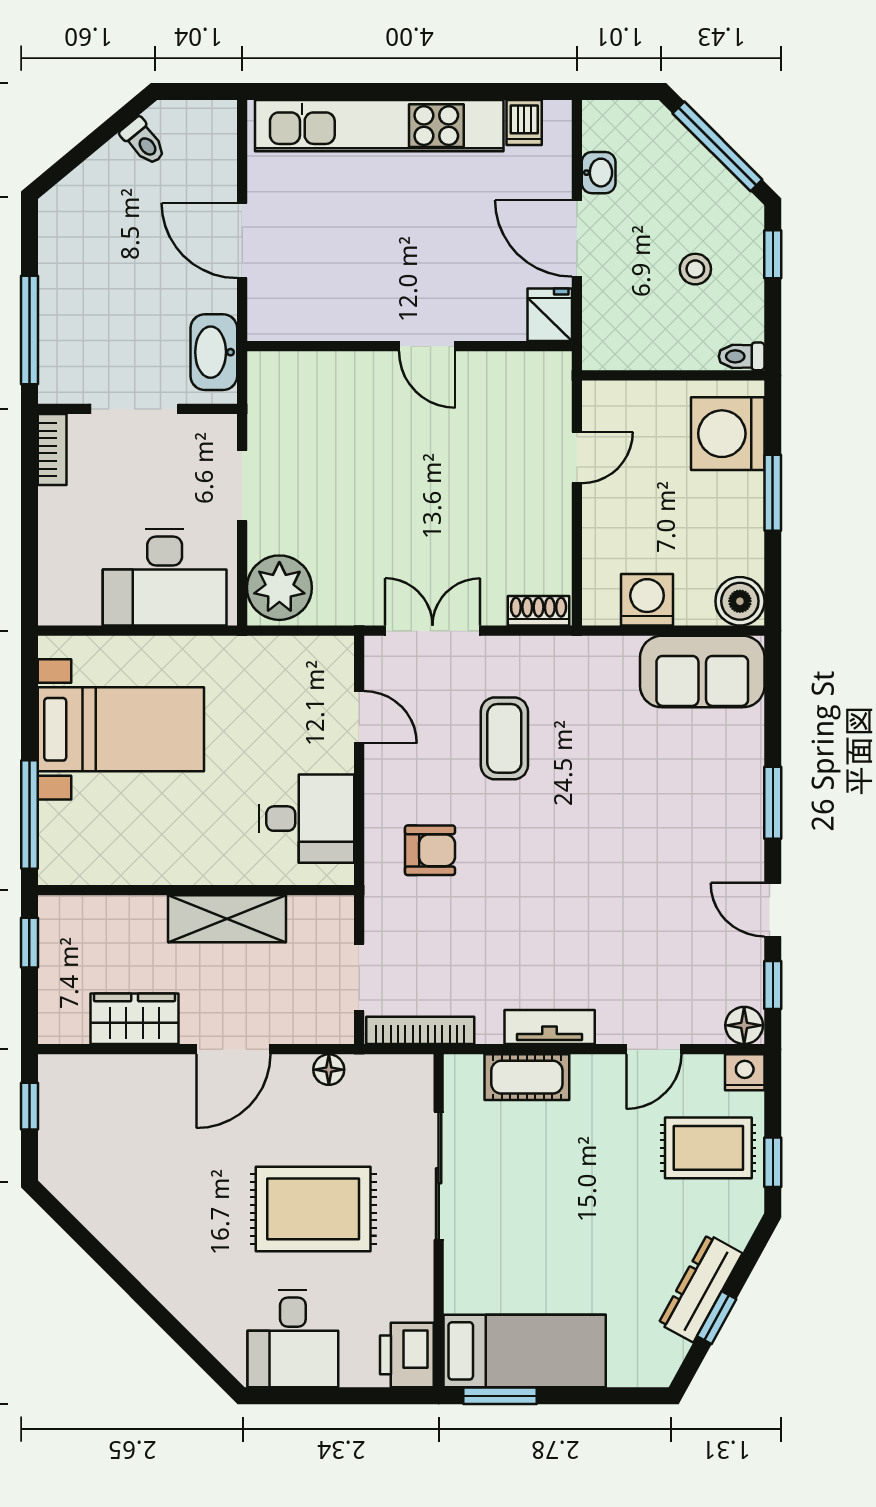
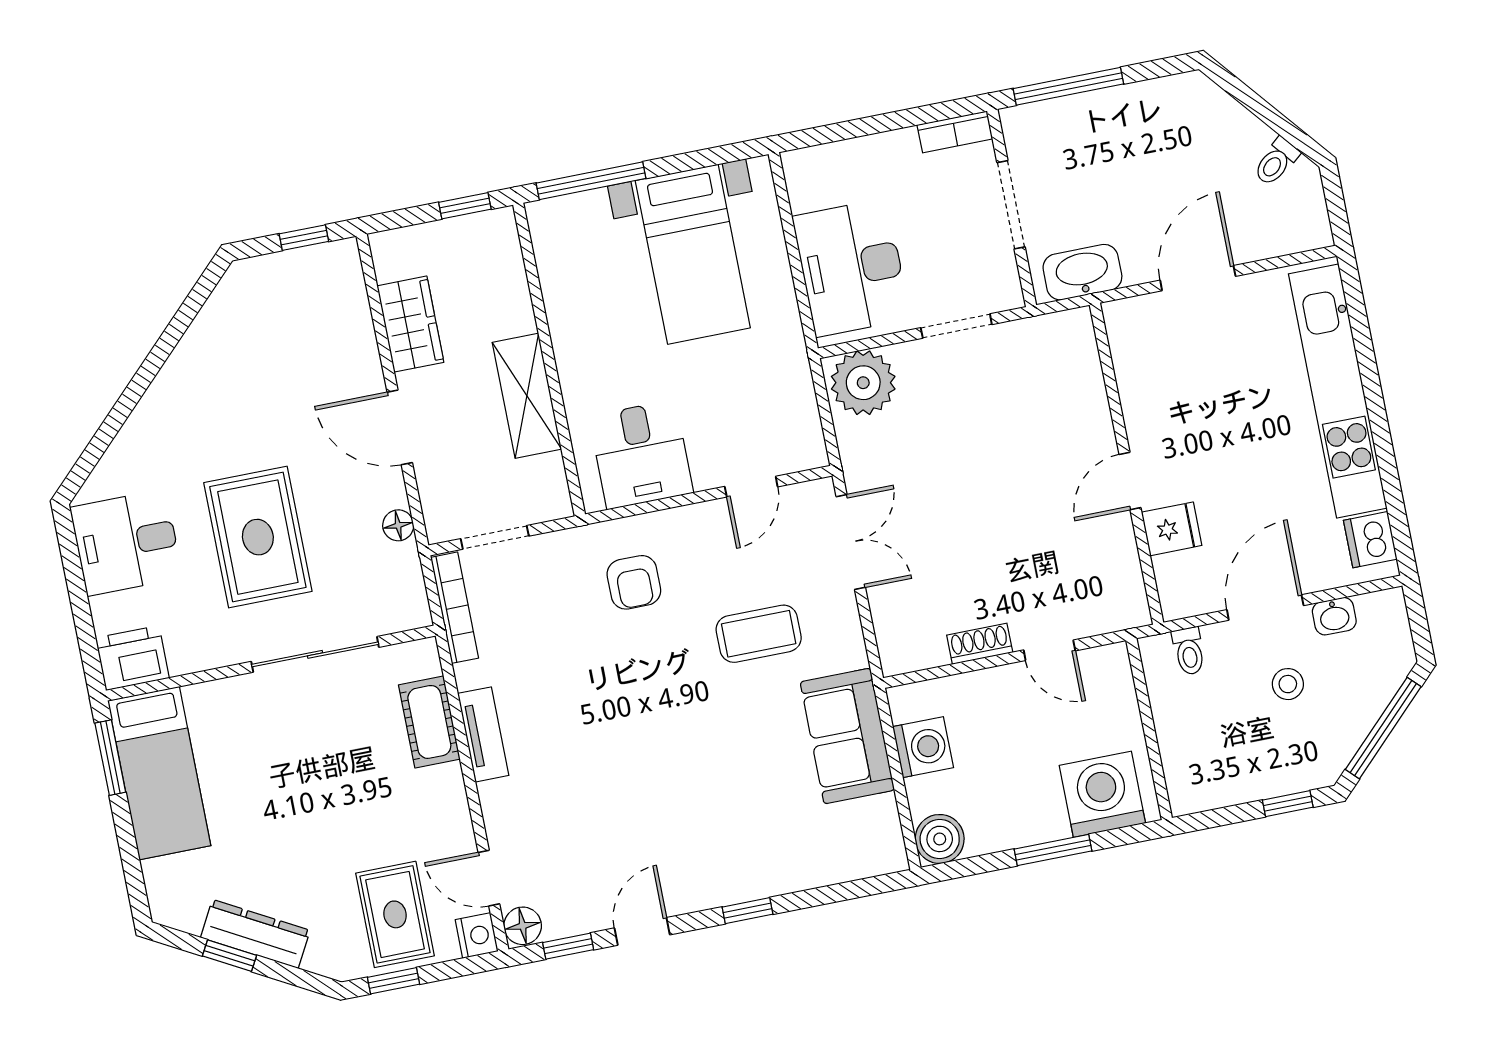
dishwasher: (524, 123) -> (1370, 540), width x1.38
stool: (695, 269) -> (1288, 684), moved
fridge: (550, 315) -> (1172, 529), moved
toilet: (742, 356) -> (1189, 651), moved, turned 180
shoe rack: (539, 611) -> (980, 644), moved, turned -90
sofa: (702, 672) -> (847, 736), moved
window: (773, 803) -> (747, 911), width x0.67
door: (654, 1049) -> (489, 878), moved

